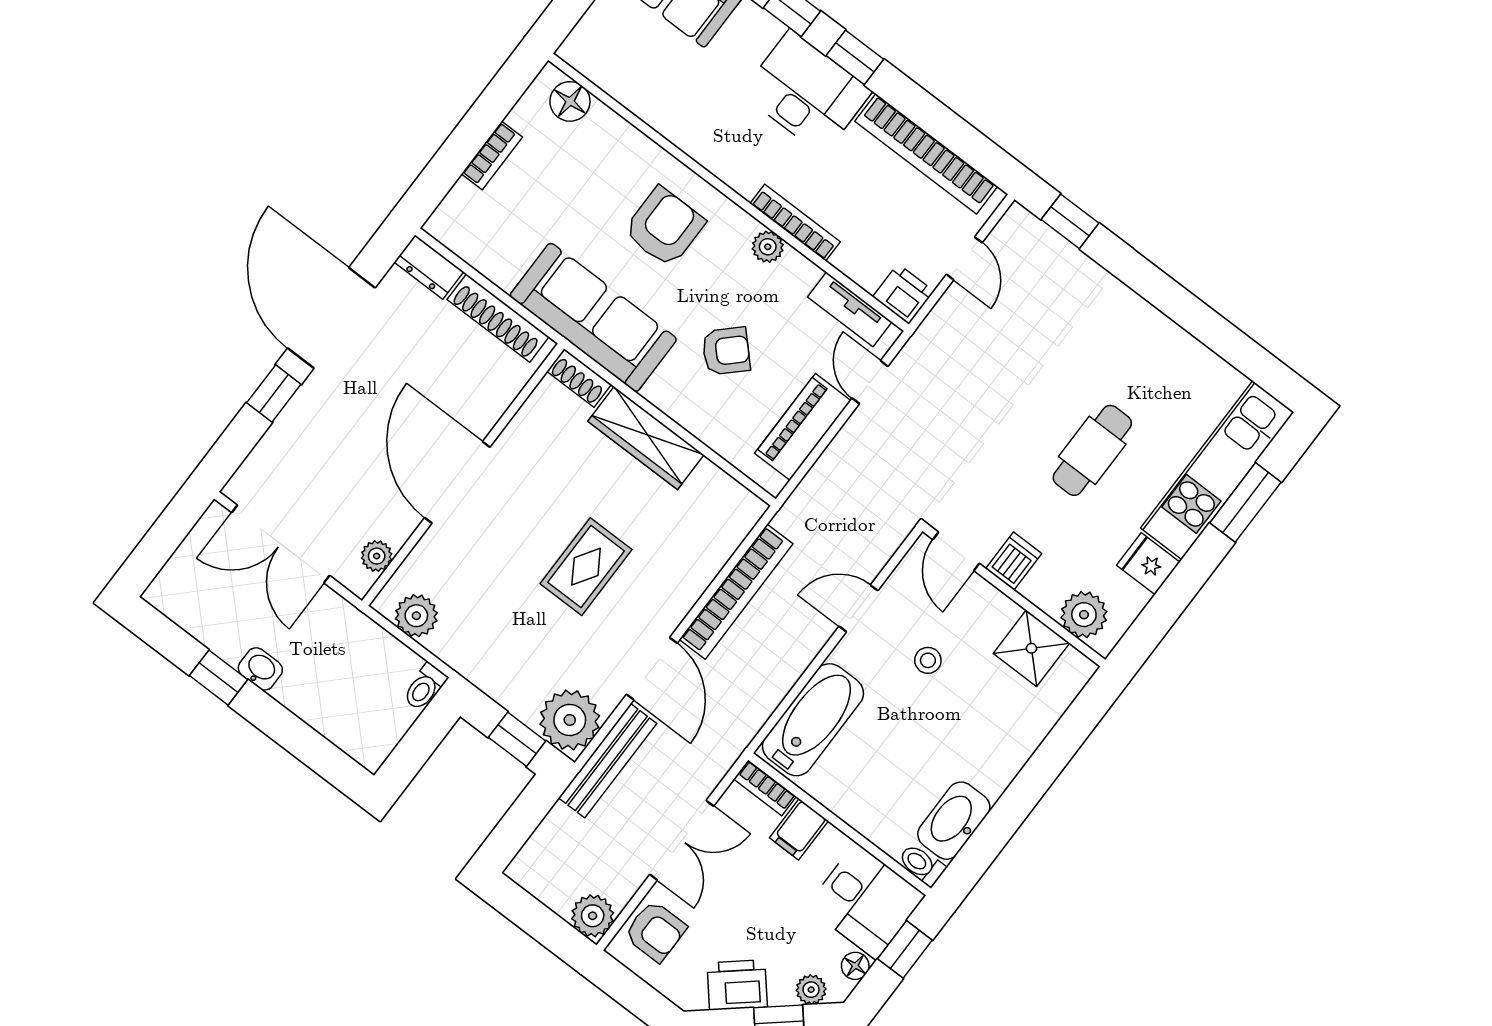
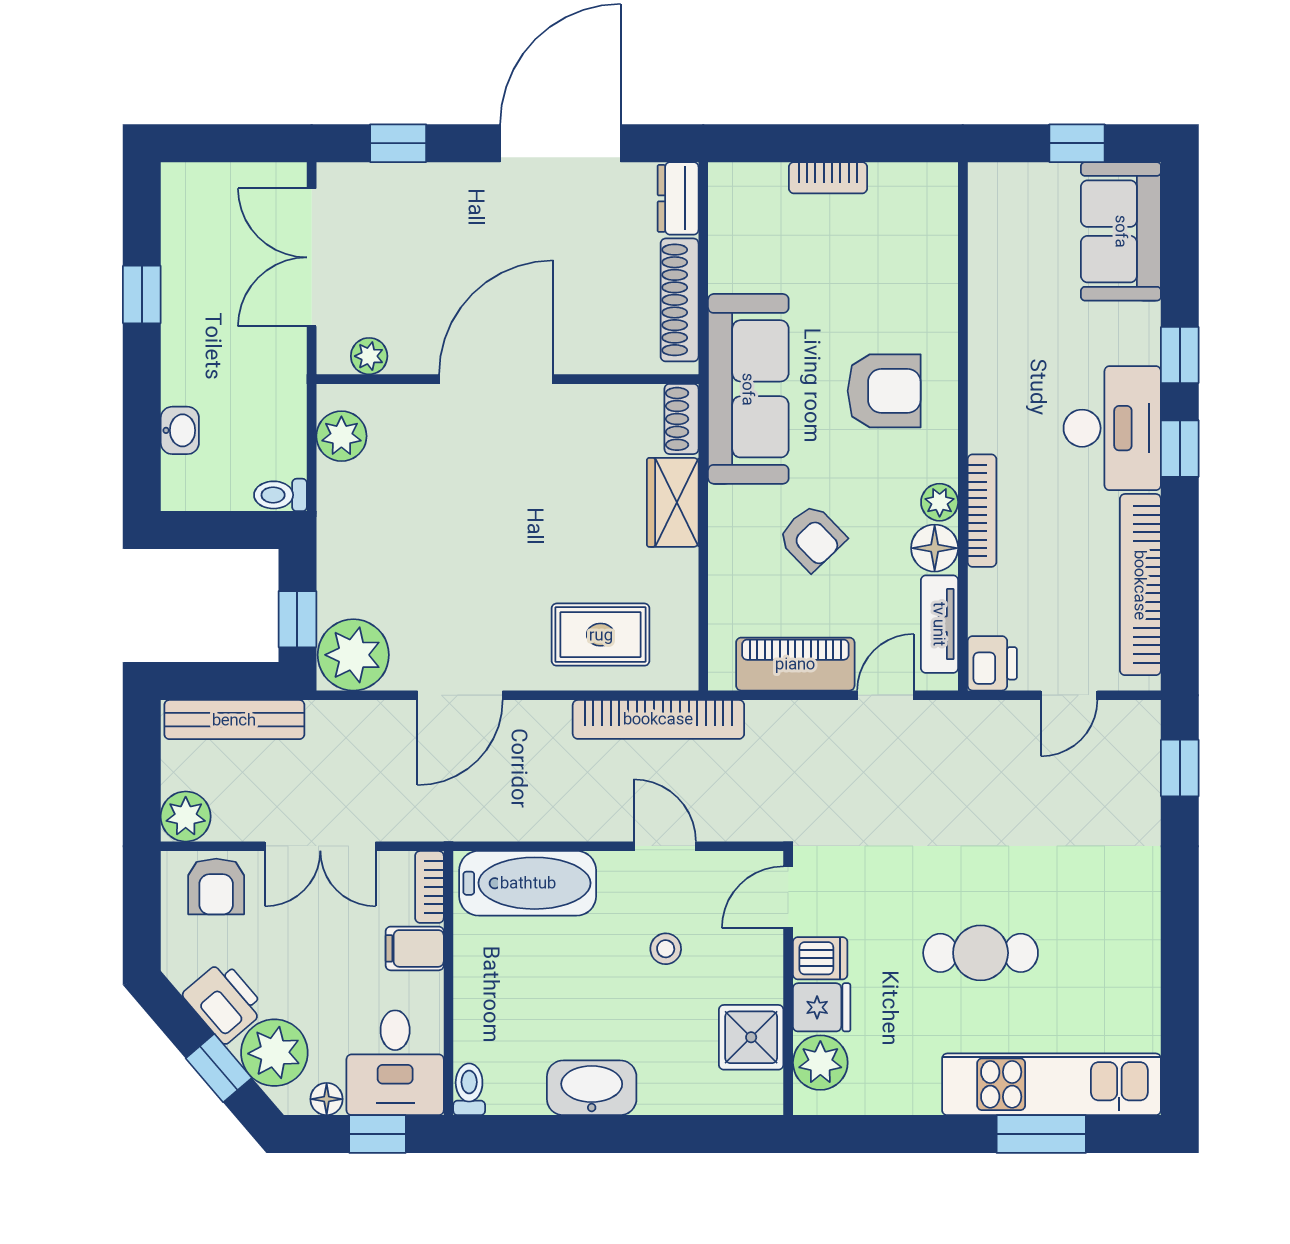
floor lamp: (570, 101) -> (935, 548), moved
window: (274, 393) -> (398, 143), moved
wardrobe: (646, 438) -> (673, 502), width x0.67
fridge: (1148, 564) -> (822, 1007), moved, turned 90
rug: (586, 567) -> (601, 635), moved
bookcase: (736, 592) -> (658, 719), moved
washbasin: (260, 669) -> (180, 430), moved
bench: (608, 761) -> (234, 720), moved
washbasin: (954, 821) -> (592, 1088), moved
plant: (811, 990) -> (274, 1053), width x1.87, depth x1.87

